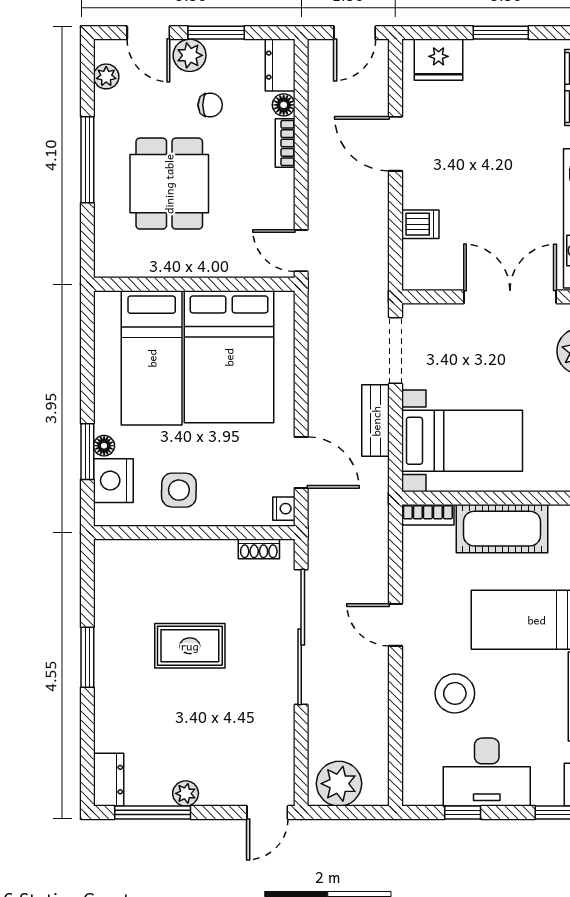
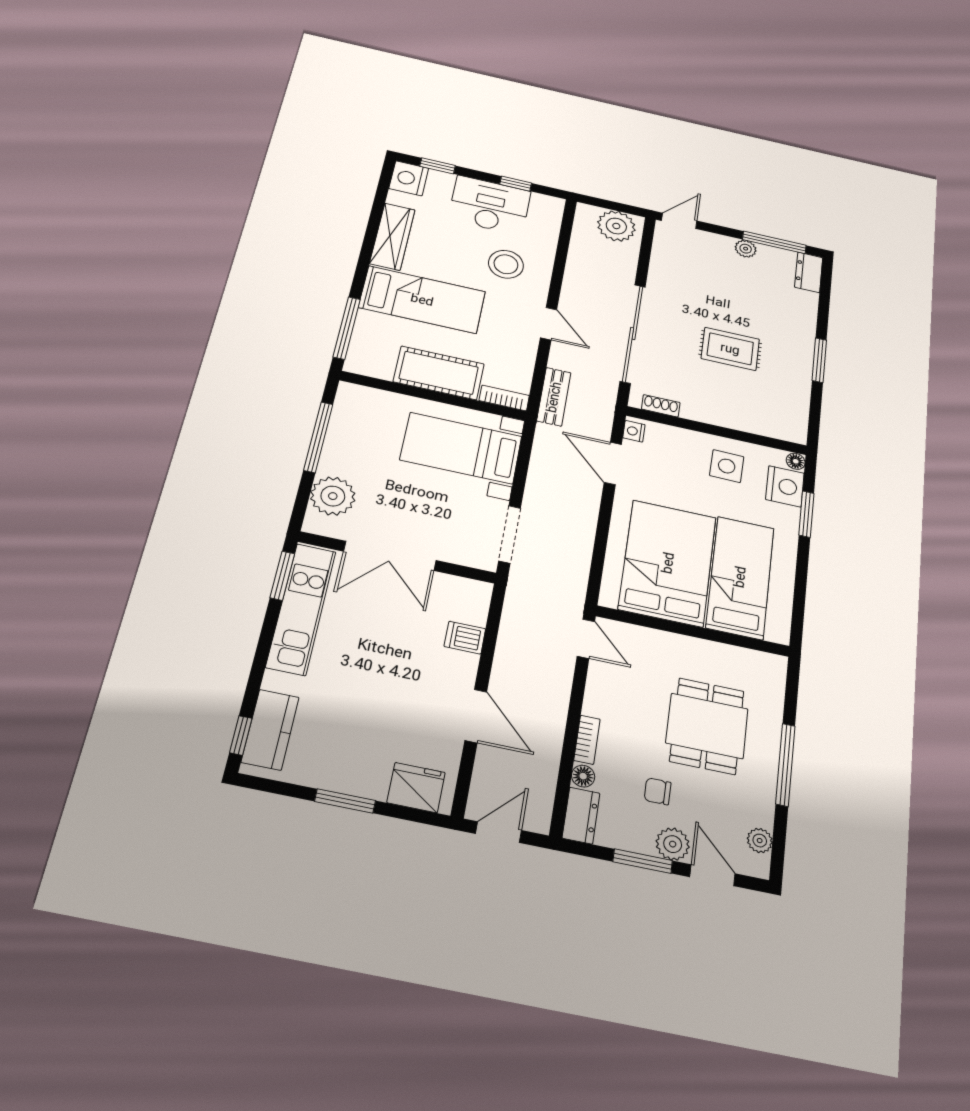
bench: (376, 421) -> (554, 397), moved
floor lamp: (104, 446) -> (796, 461), moved

